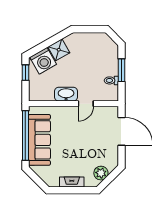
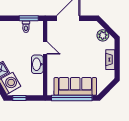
window: (122, 70) -> (29, 18), moved

